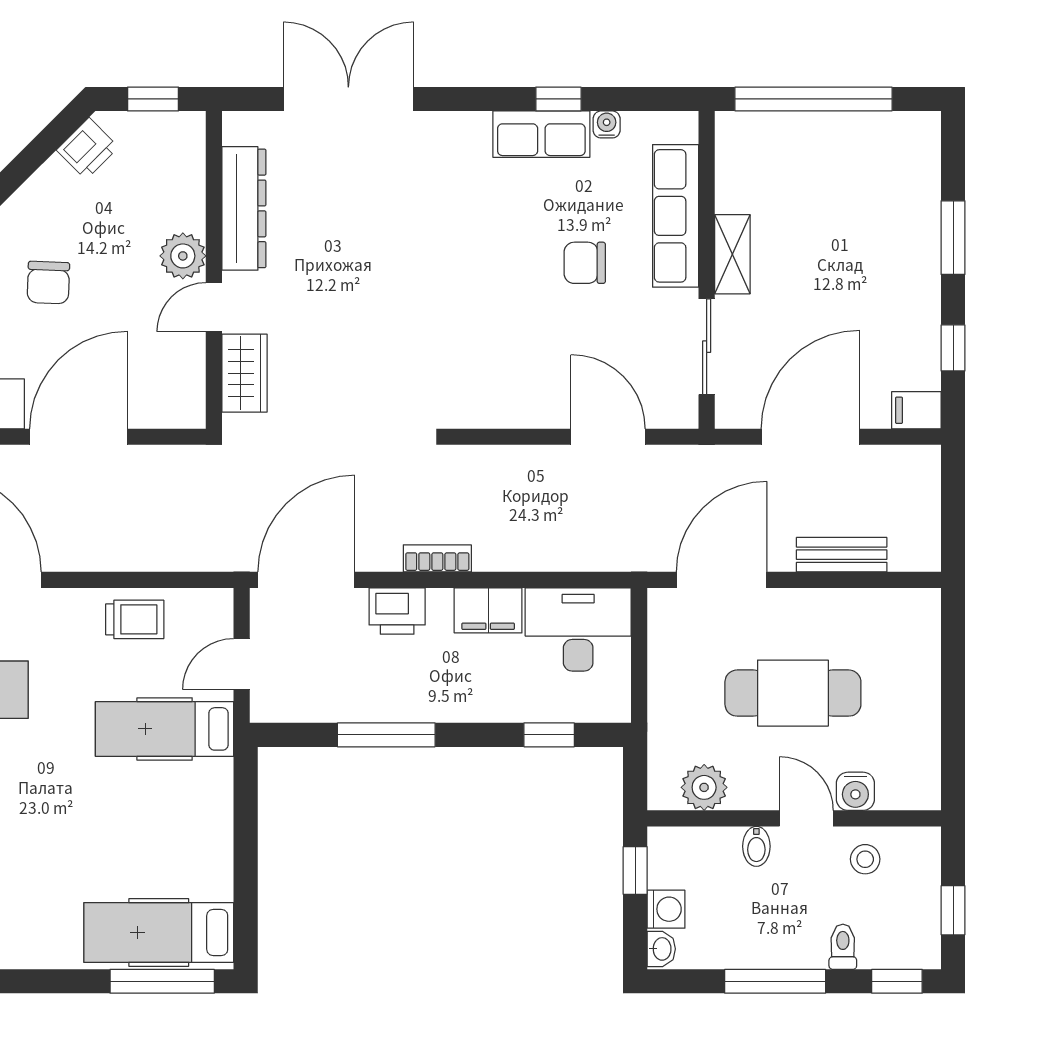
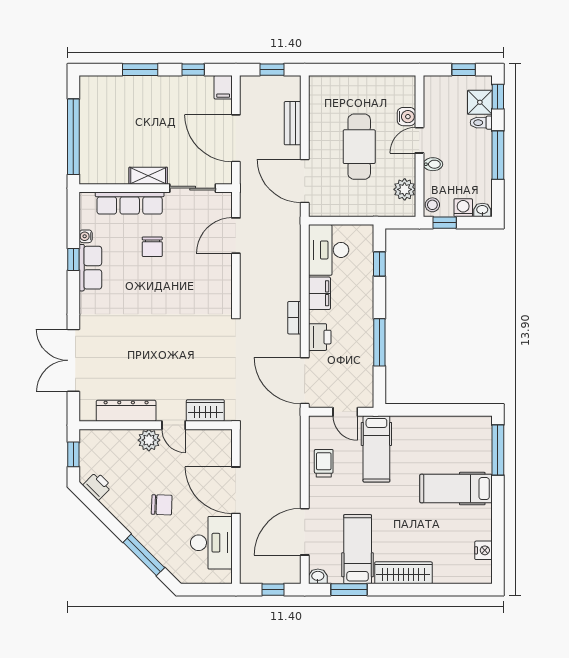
window: (953, 512) -> (272, 70), added
stool: (865, 859) -> (432, 205), moved
hospital bed: (159, 932) -> (456, 489), moved, turned 90
shower: (885, 944) -> (480, 102), added

